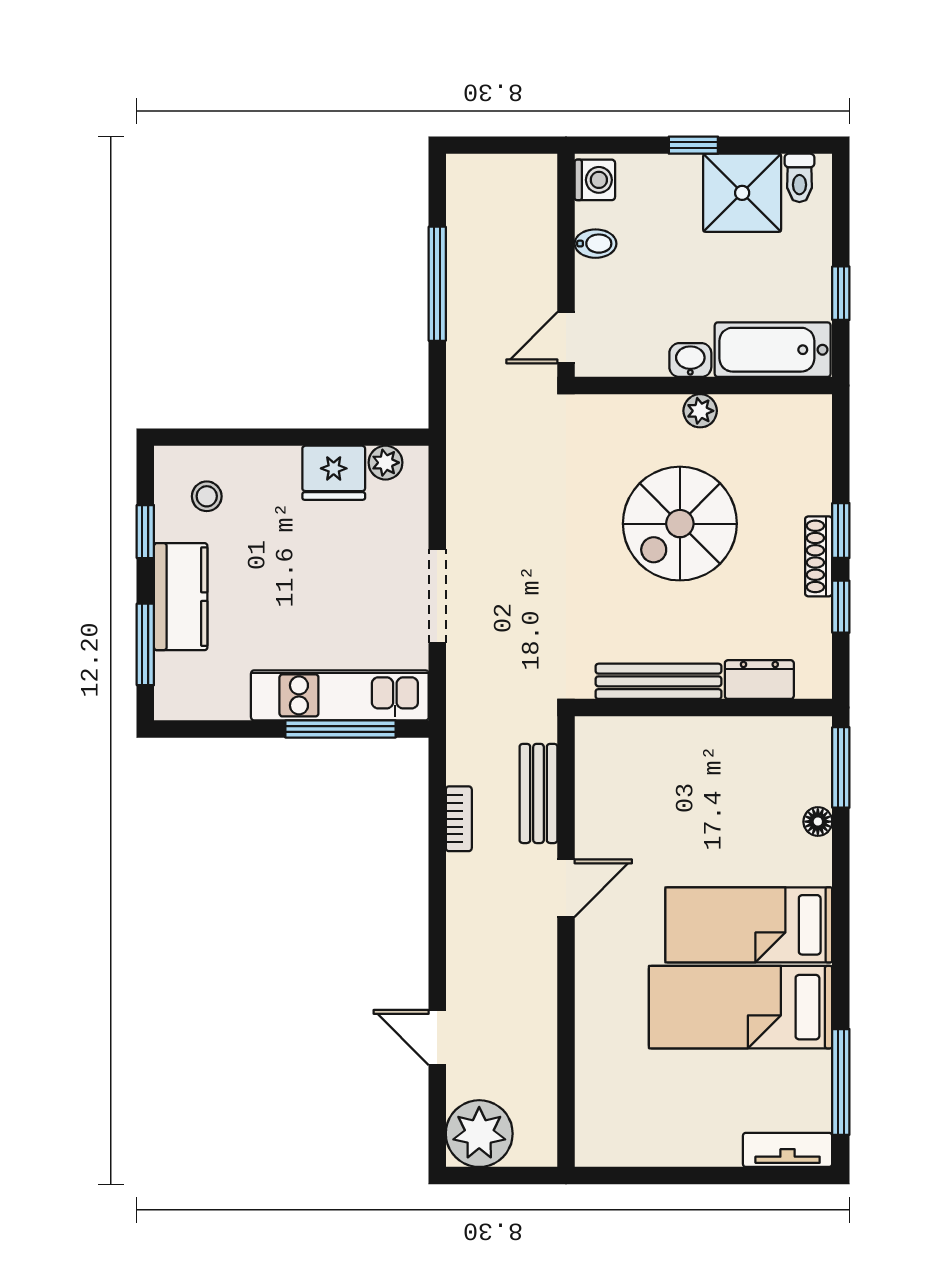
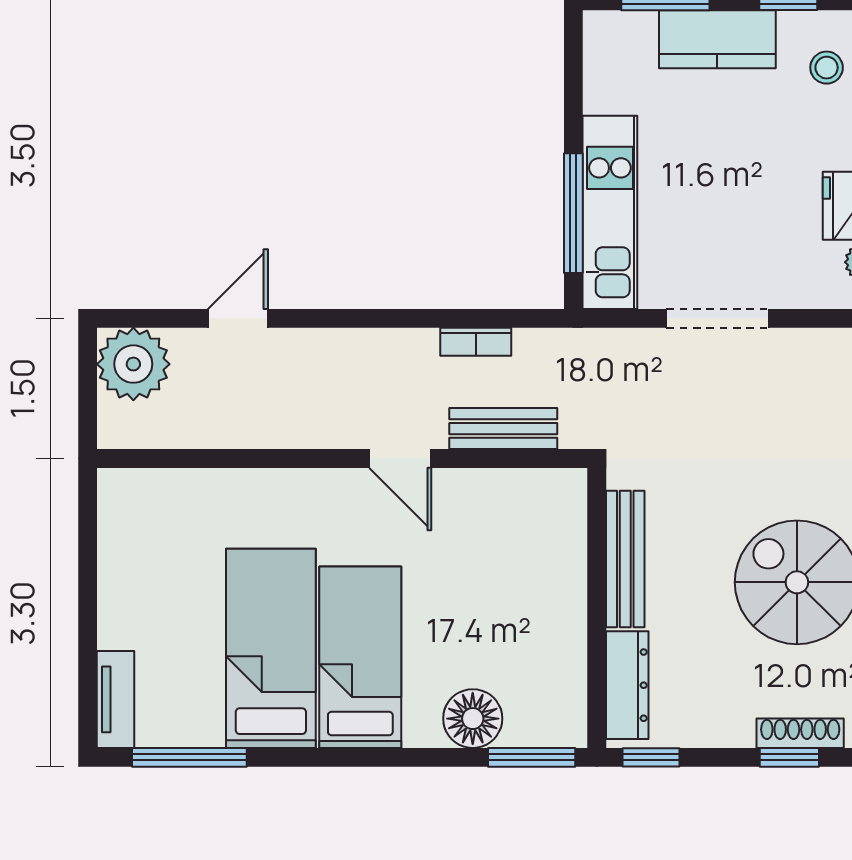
shoe rack: (819, 556) -> (800, 733), moved
window: (841, 607) -> (651, 757), moved
dresser: (759, 680) -> (627, 685), width x1.44
floor lamp: (818, 822) -> (473, 719), width x1.89, depth x1.89

